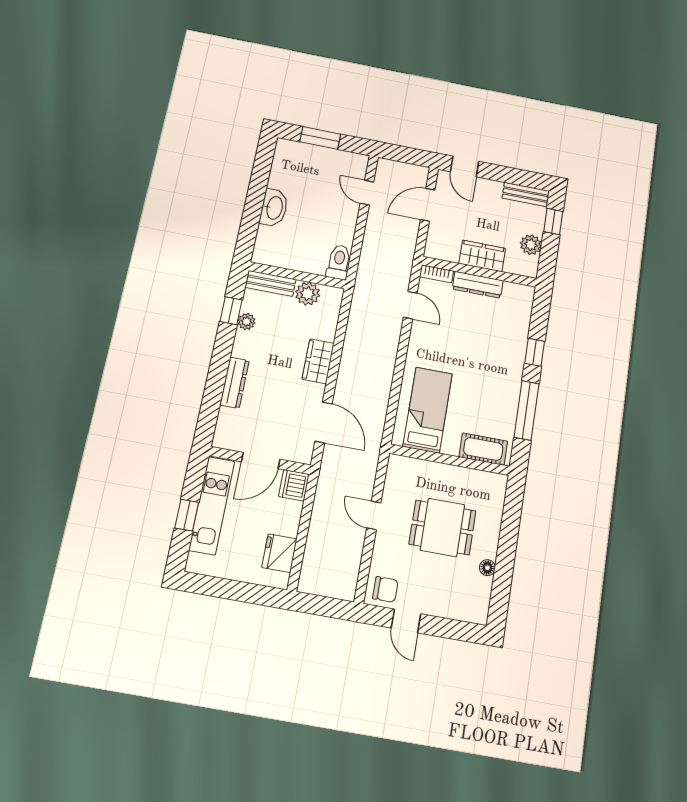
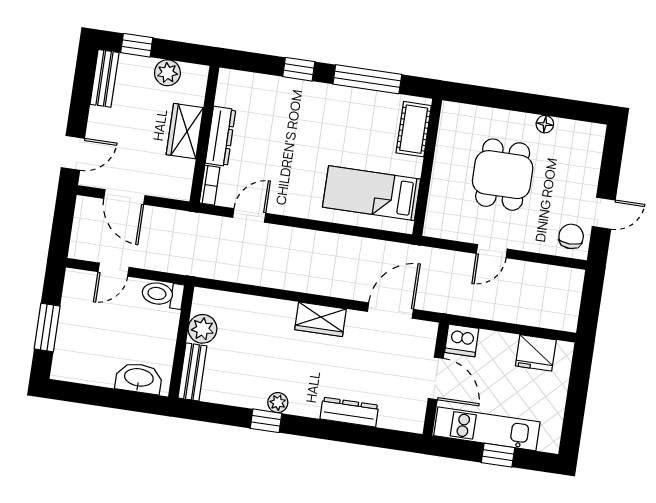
toilet: (339, 262) -> (163, 294), moved
wall: (297, 275) -> (181, 341), moved
bench: (270, 283) -> (192, 372), moved
plant: (308, 294) -> (203, 329), moved

